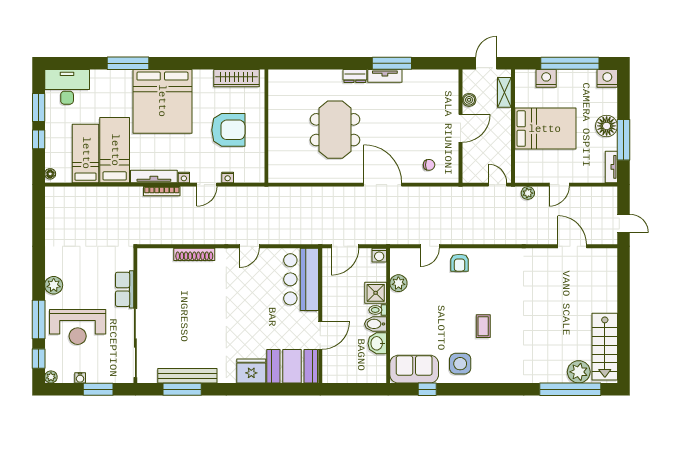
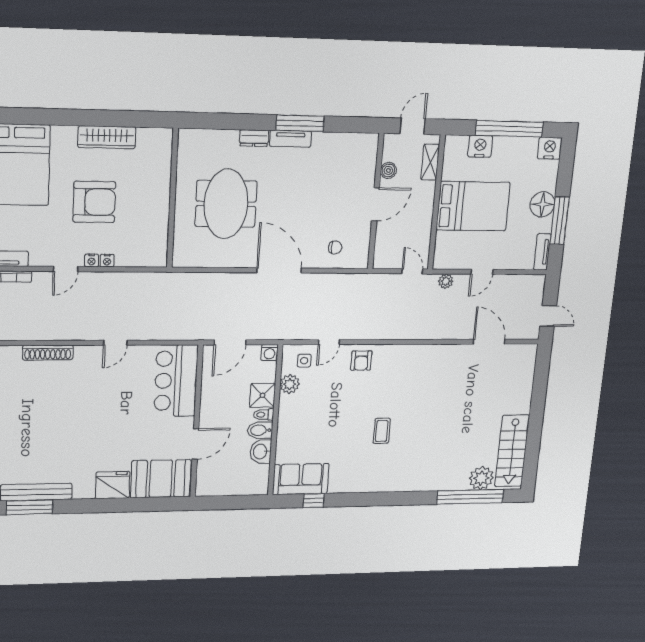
wall: (266, 126) -> (172, 199), moved
nightstand: (184, 177) -> (107, 261), moved
side table: (460, 364) -> (304, 361), moved, width x0.54, depth x0.54

